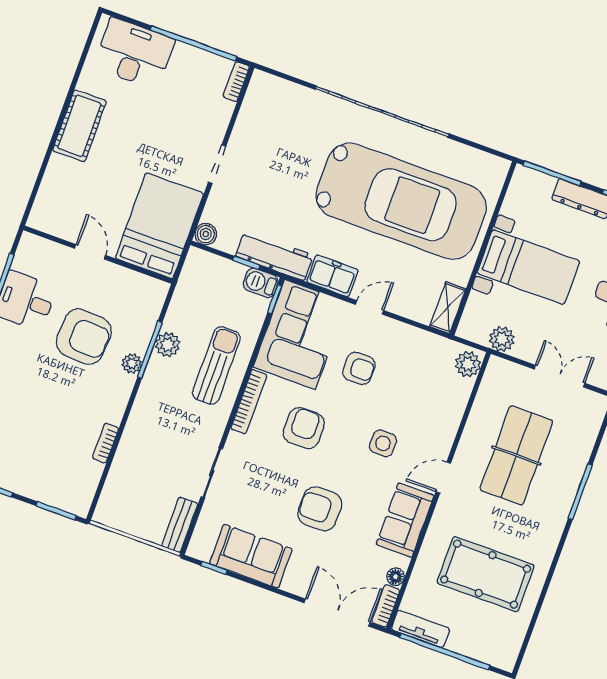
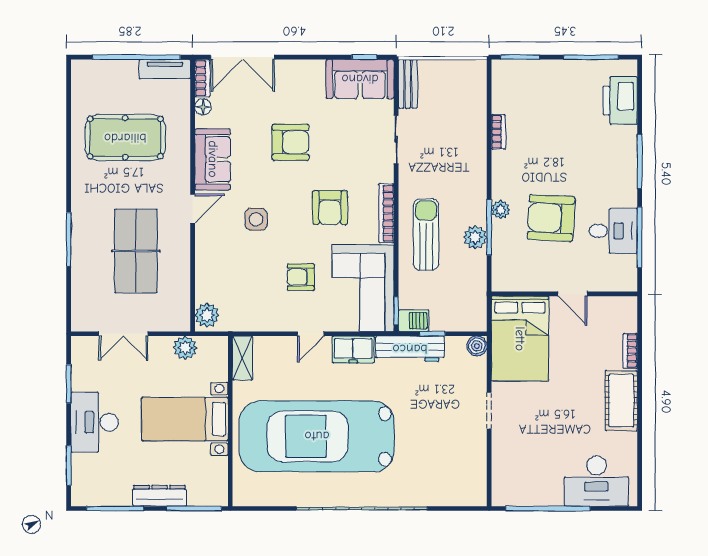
bookcase: (236, 82) -> (630, 351), moved, turned 180
sun lounger: (216, 366) -> (426, 235), turned 180
sofa: (251, 556) -> (360, 79), moved

